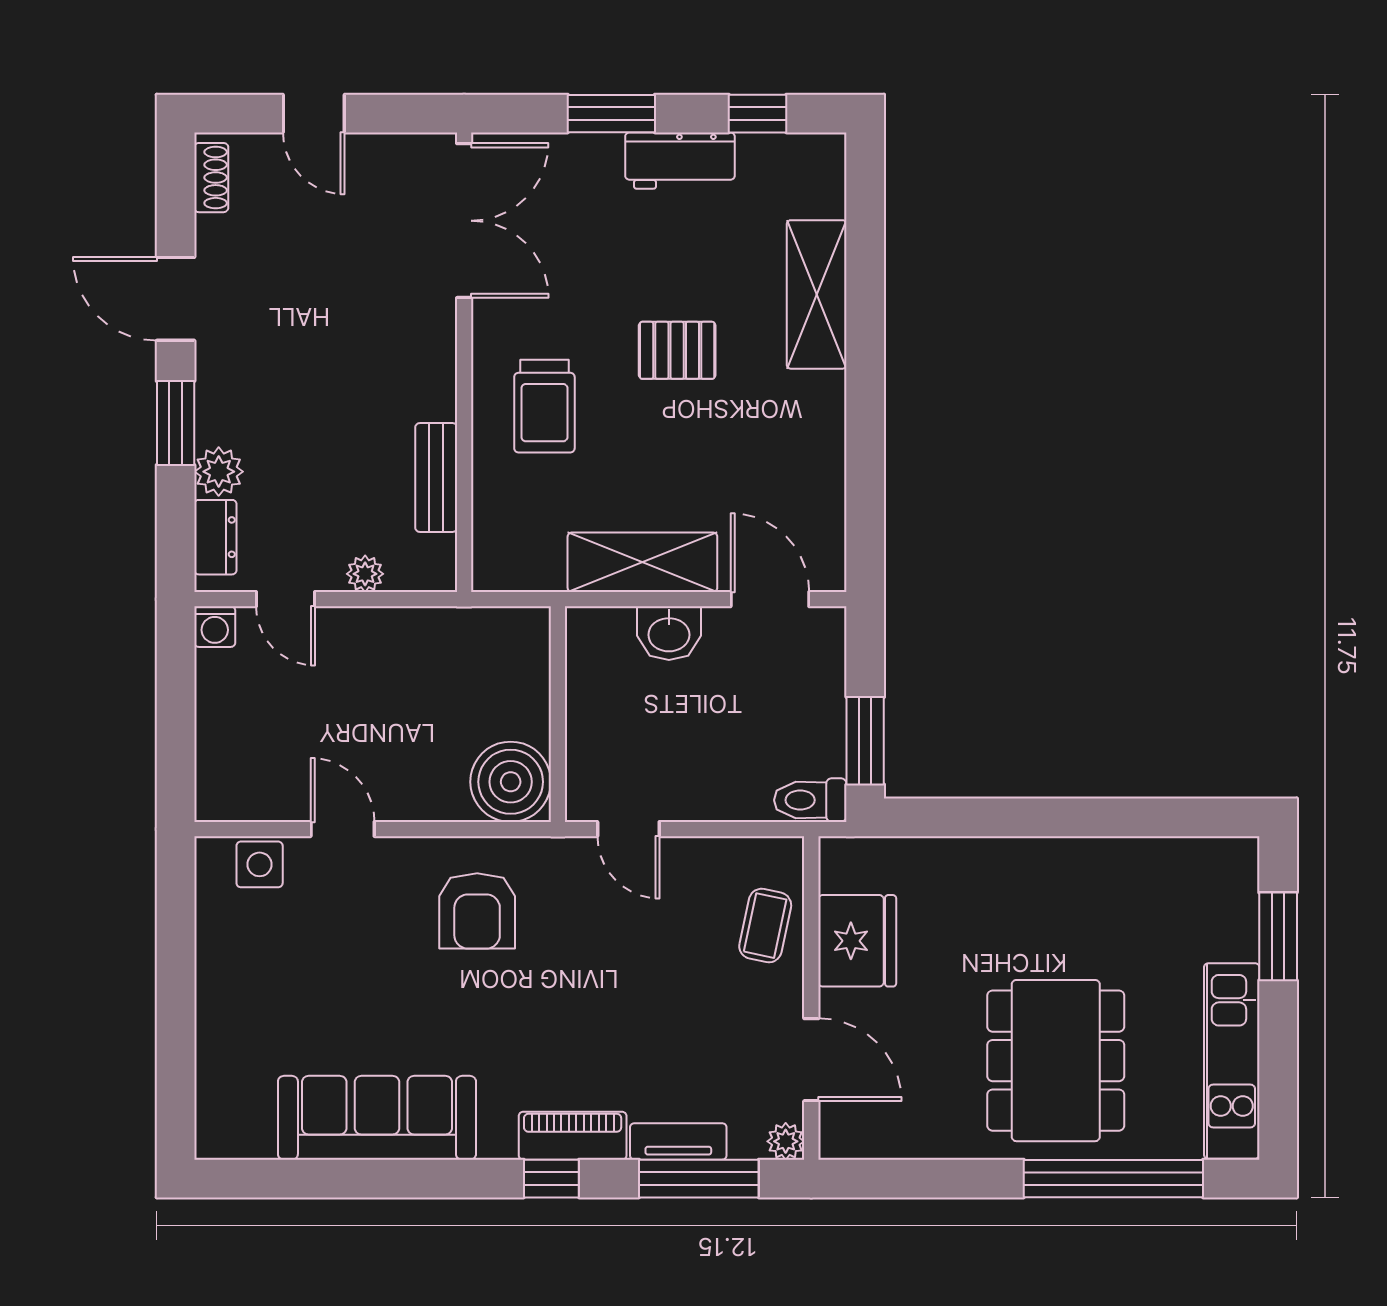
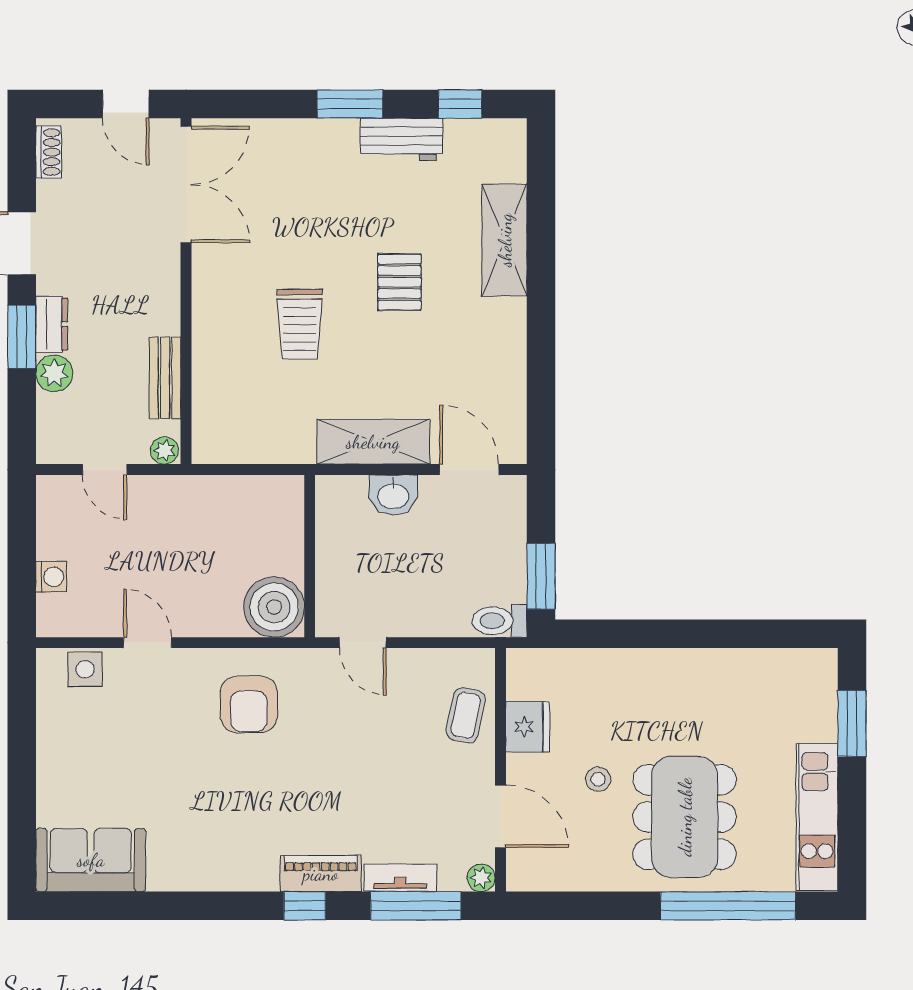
double door: (464, 221) -> (186, 184), moved
pallet: (677, 350) -> (399, 282), turned 90
wall: (464, 362) -> (186, 291), moved
bench: (436, 477) -> (165, 378), moved
dresser: (215, 537) -> (52, 324), moved
washing machine: (215, 627) -> (51, 577), moved, turned -90
fridge: (857, 941) -> (528, 727), width x0.73, depth x0.75
stool: (941, 1010) -> (598, 779), added
sofa: (377, 1118) -> (91, 860), moved, width x0.73

